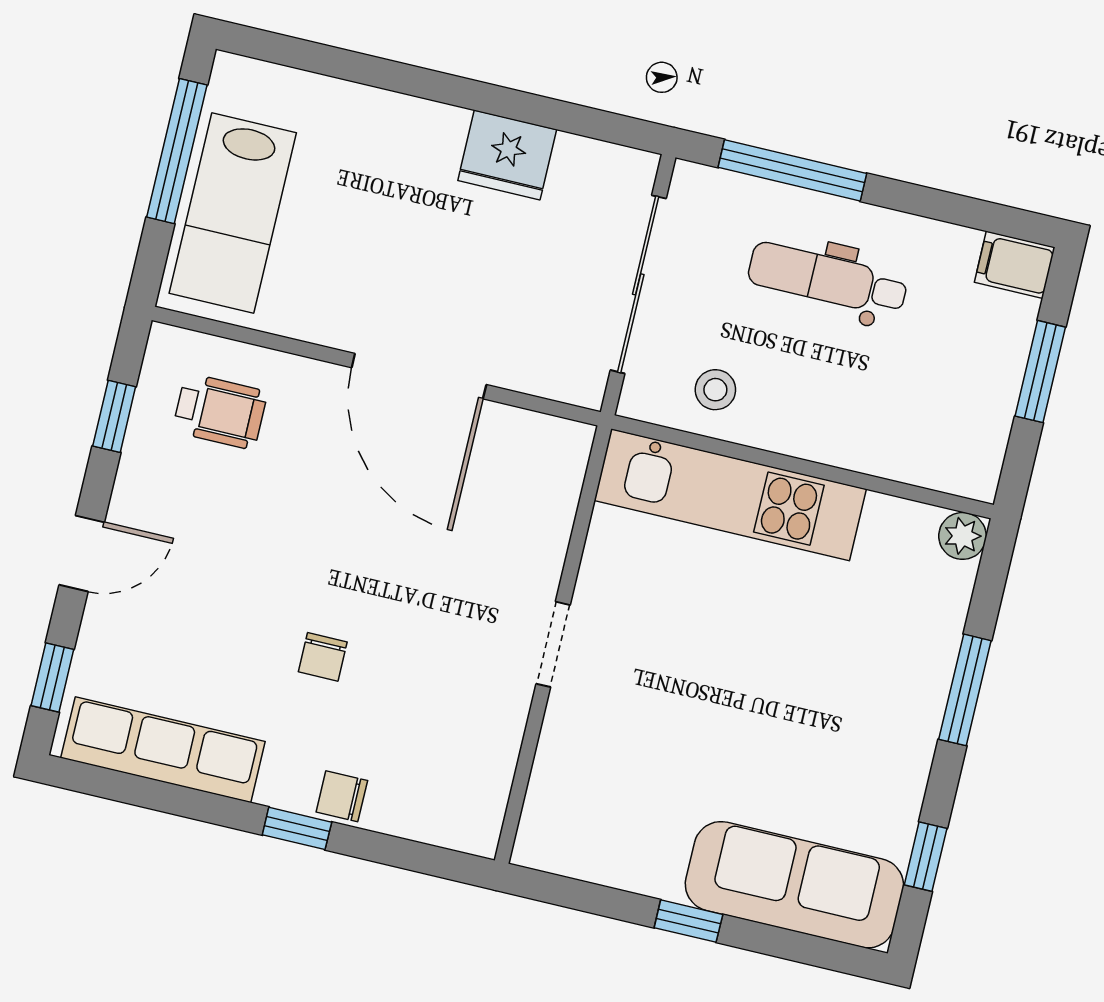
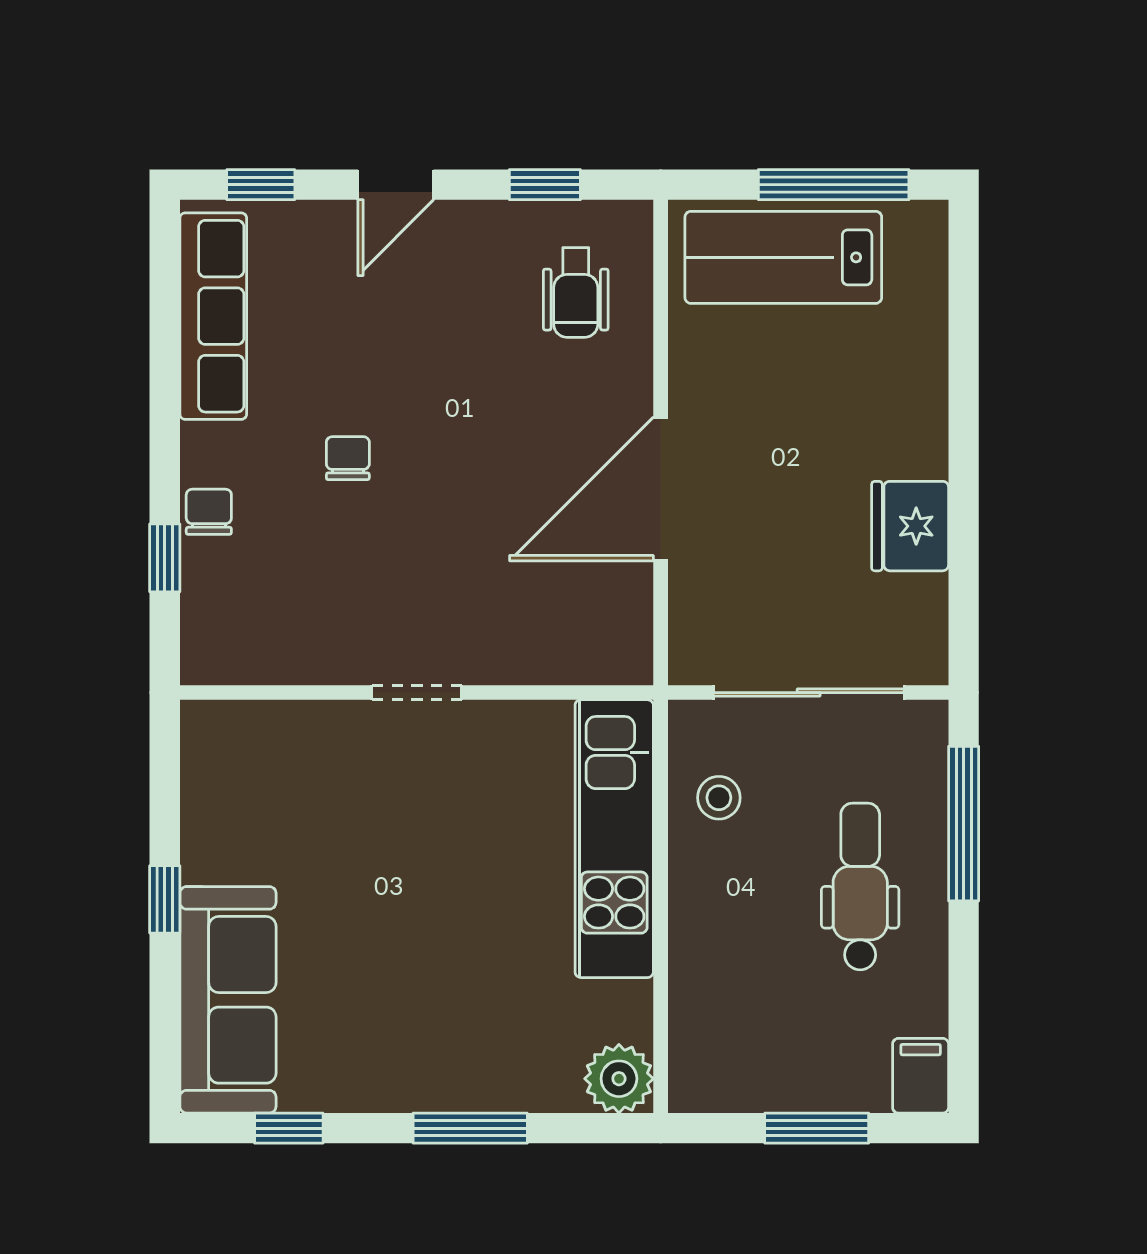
plant: (963, 536) -> (619, 1079), width x1.38, depth x1.38
door: (82, 553) -> (396, 185), hinge flipped
chair: (323, 657) -> (348, 458), turned 90
window: (297, 828) -> (165, 558), moved

